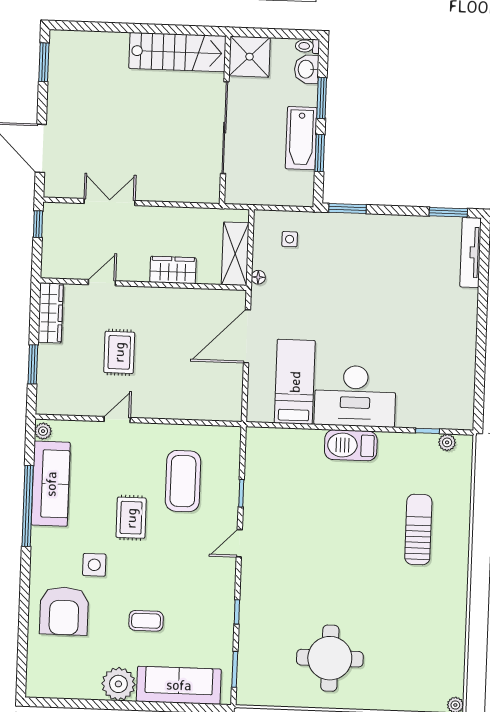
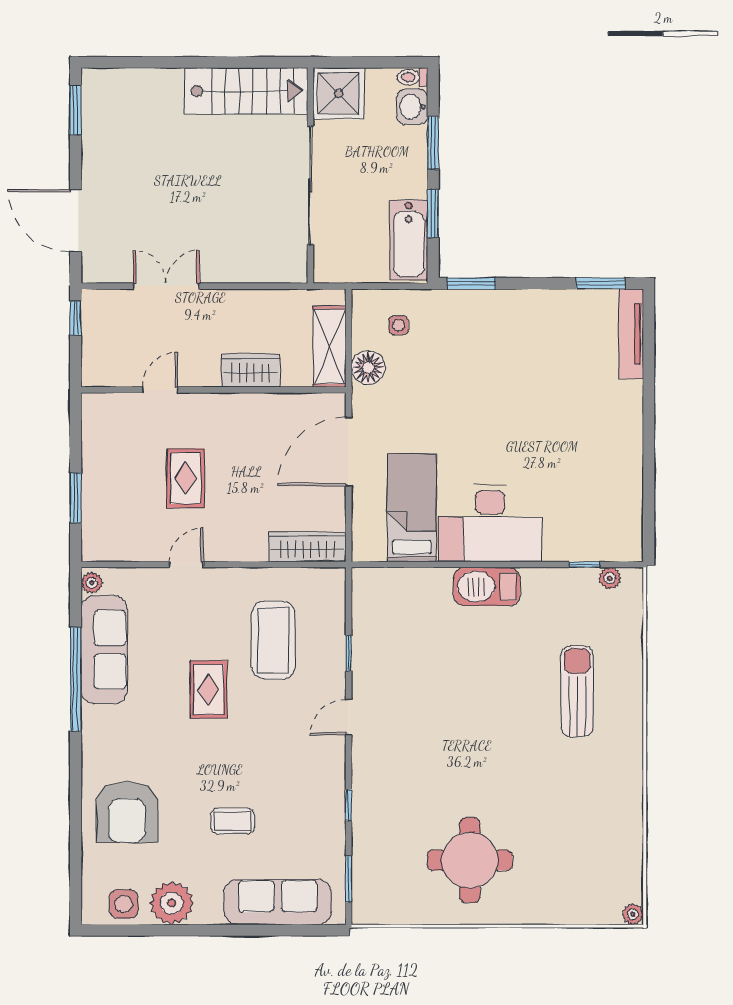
bathtub: (301, 138) -> (409, 240), moved
floor lamp: (258, 277) -> (368, 368), width x1.89, depth x1.89
wardrobe: (51, 313) -> (307, 547), moved, turned -90
side table: (94, 565) -> (124, 904), moved
plant: (118, 684) -> (172, 903), moved

